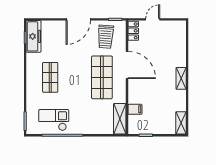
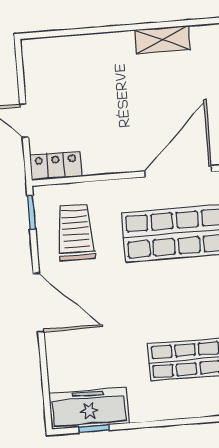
trolley: (106, 37) -> (76, 232), turned -94
door: (127, 65) -> (178, 171), moved

